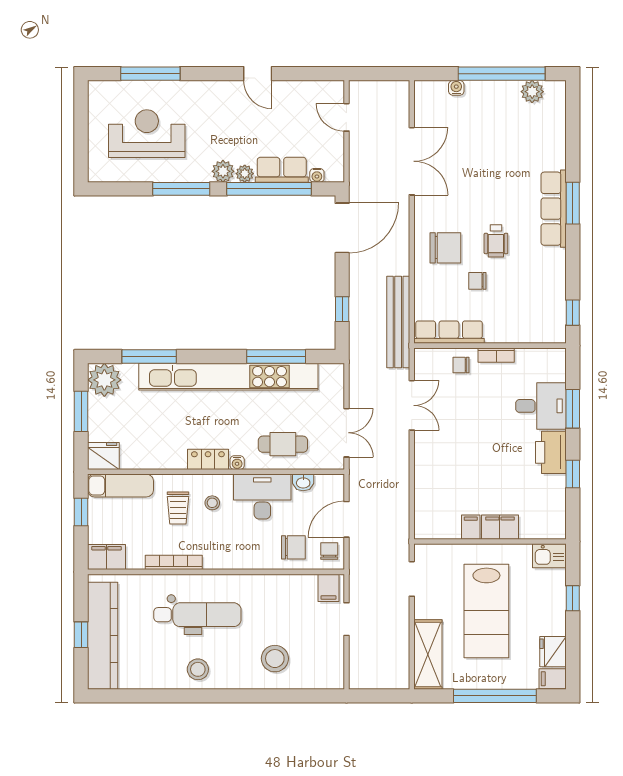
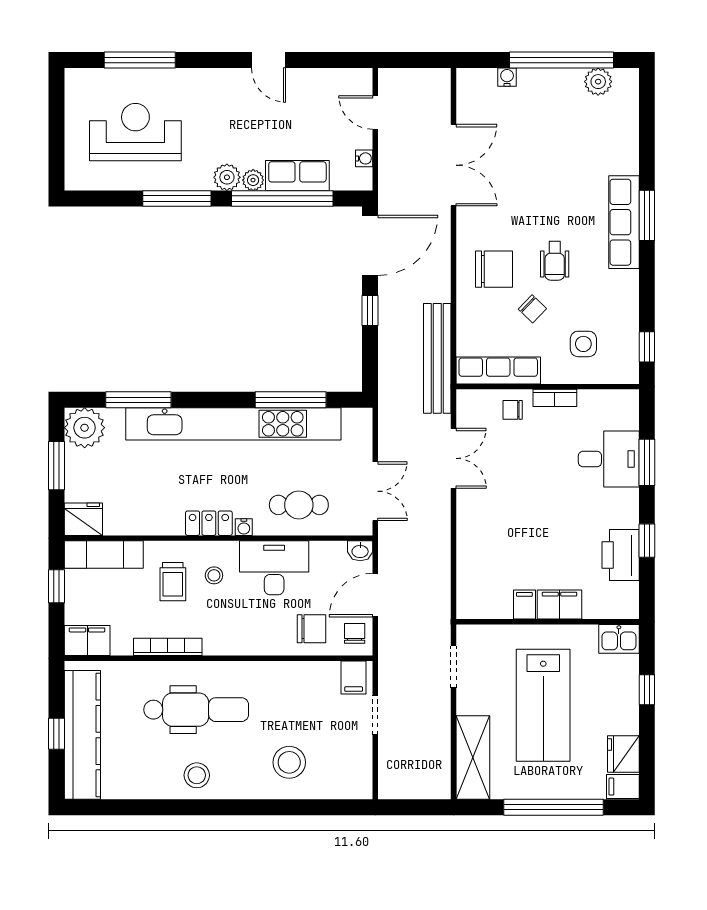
water cooler: (317, 175) -> (364, 158), moved, turned -90
chair: (477, 281) -> (532, 309), turned -136
window: (342, 309) -> (370, 310), moved
side table: (520, 310) -> (583, 344), added
printer: (551, 452) -> (621, 555), moved
washbasin: (303, 482) -> (360, 551), moved

